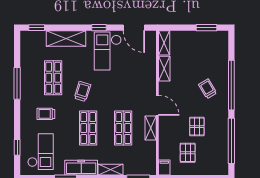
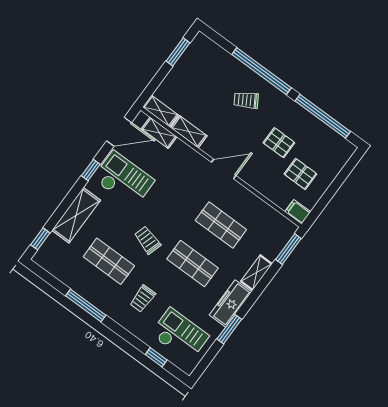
checkout: (108, 51) -> (124, 179), turned 180
shelving: (151, 128) -> (159, 133), moved

